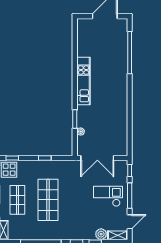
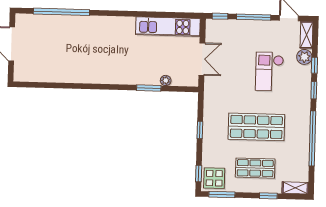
kitchen unit: (84, 81) -> (168, 27), moved, turned 180
double door: (97, 158) -> (202, 59), width x0.73
checkout: (108, 196) -> (269, 71), moved

